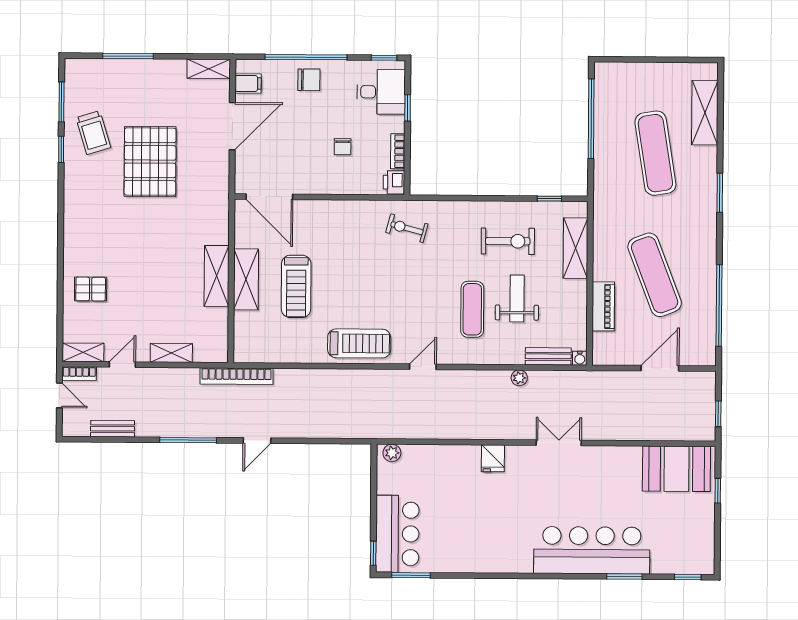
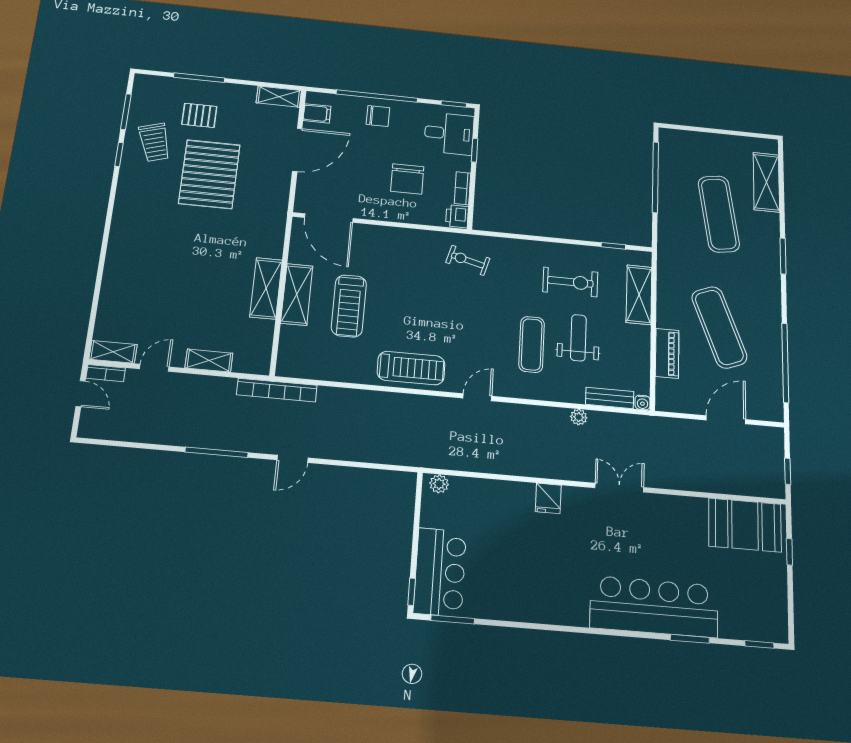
chair: (343, 147) -> (407, 179), width x1.87, depth x1.87
pallet: (91, 289) -> (199, 115), moved
bench: (113, 429) -> (134, 433), removed

